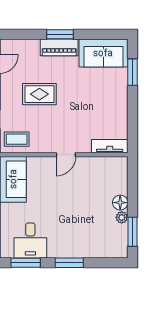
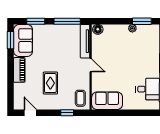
window: (60, 34) -> (11, 40), moved
window: (132, 119) -> (67, 21), added
tv unit: (110, 146) -> (85, 41), width x1.41
floor lamp: (120, 203) -> (98, 29), moved

